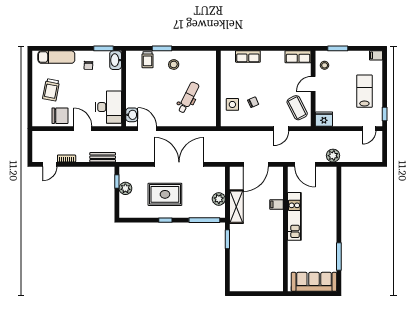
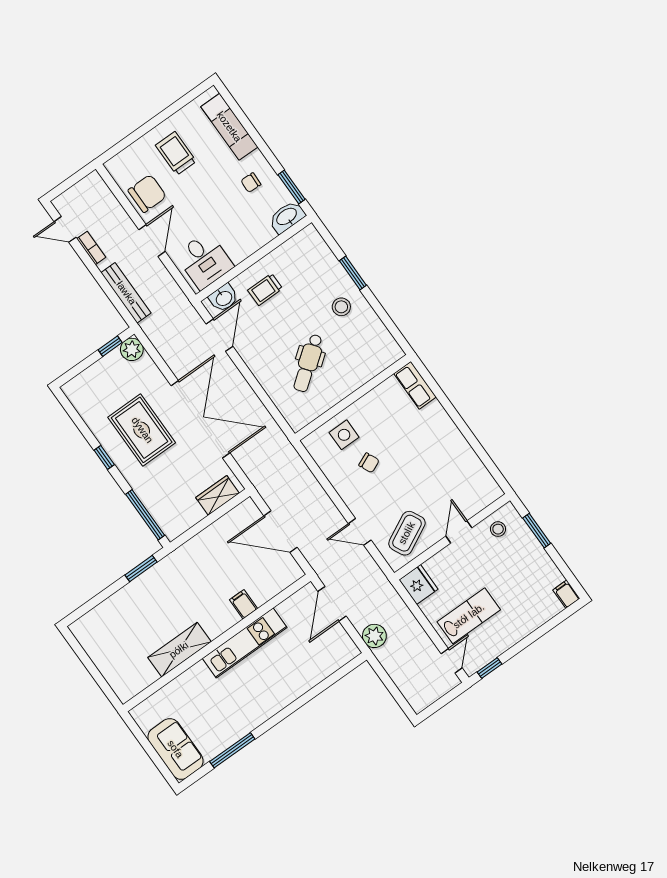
row of seats: (248, 56) -> (415, 385), moved
row of seats: (298, 57) -> (483, 481), removed
trolley: (148, 60) -> (265, 289), moved
door: (313, 84) -> (459, 532), hinge flipped
trolley: (51, 90) -> (176, 153), turned 79
lab bench: (364, 91) -> (469, 616), moved
dental chair: (188, 98) -> (308, 363), turned 116
desk: (109, 107) -> (204, 261), width x0.73
chair: (60, 116) -> (147, 193), turned -90
door: (369, 129) -> (452, 661), swing flipped
bench: (103, 157) -> (126, 293), width x1.36
wardrobe: (219, 181) -> (218, 495), added
plant: (125, 188) -> (132, 349), moved
plant: (219, 199) -> (191, 514), removed
shelving: (236, 207) -> (179, 650), moved
sofa: (314, 282) -> (175, 749), width x0.73

